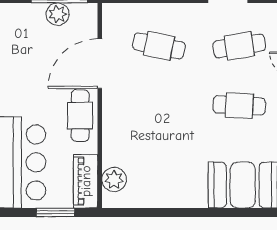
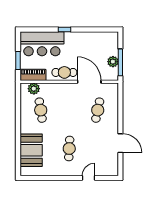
cafe table: (239, 46) -> (41, 110), moved

